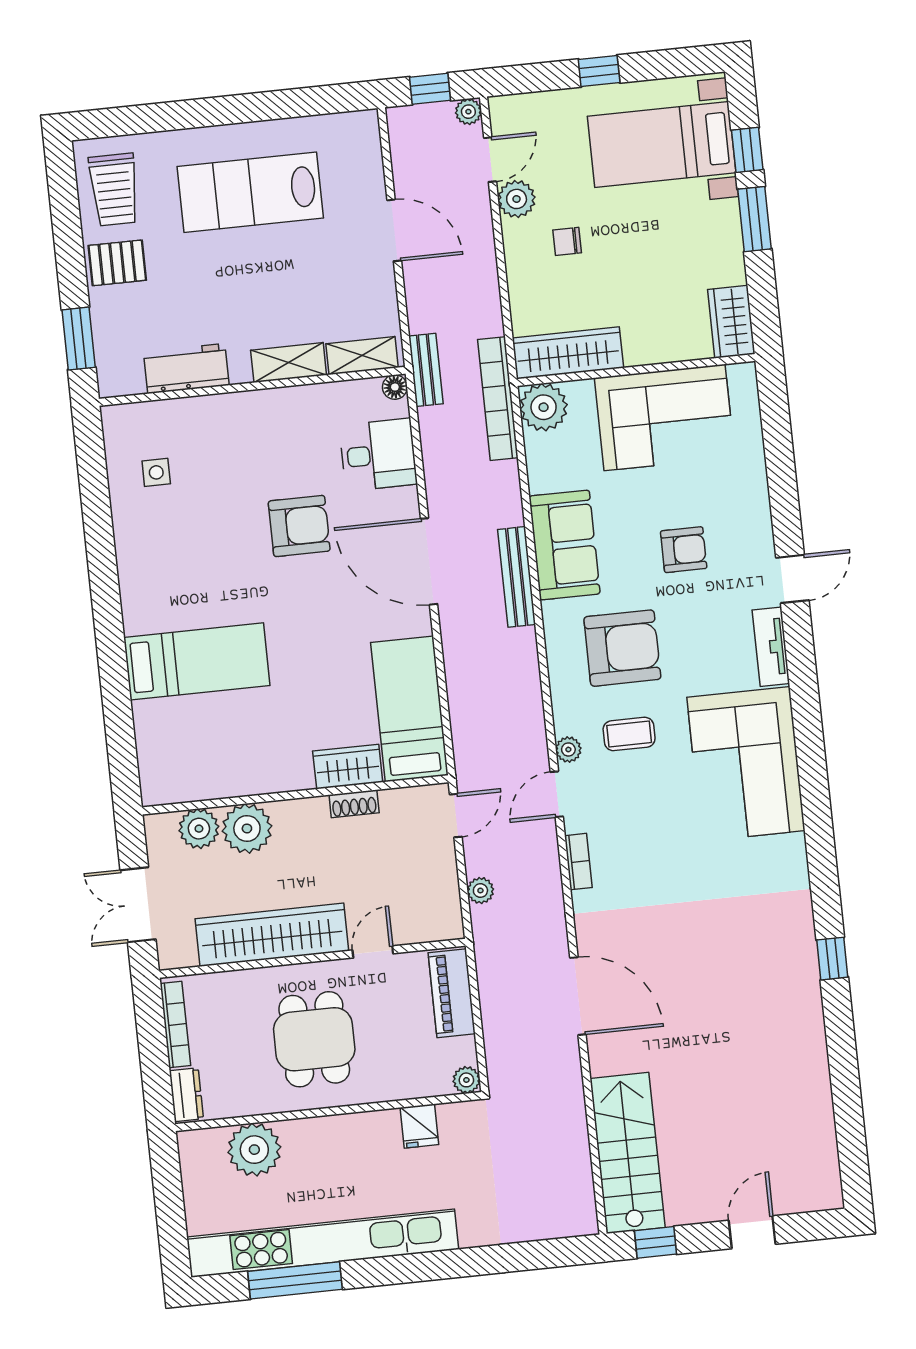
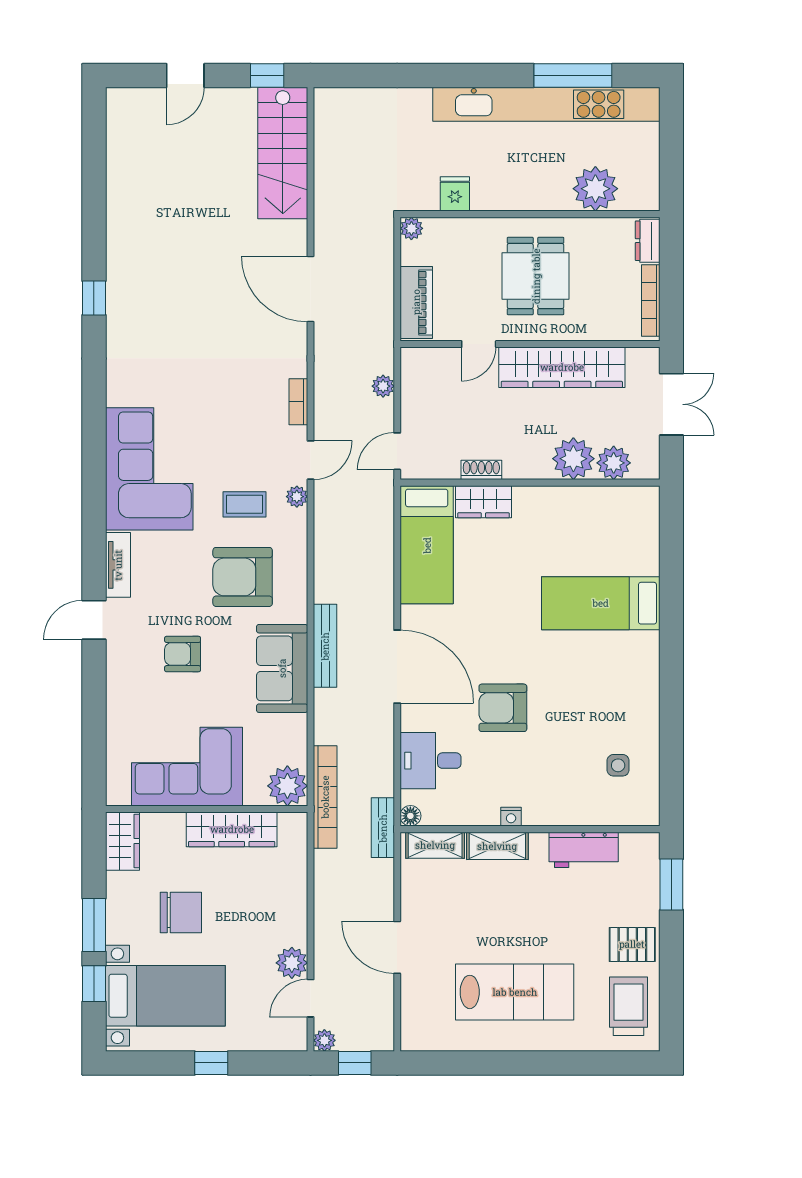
chair: (567, 241) -> (181, 912), moved, width x1.87, depth x1.87
wardrobe: (568, 353) -> (232, 829), moved
nightstand: (276, 399) -> (511, 817), added

